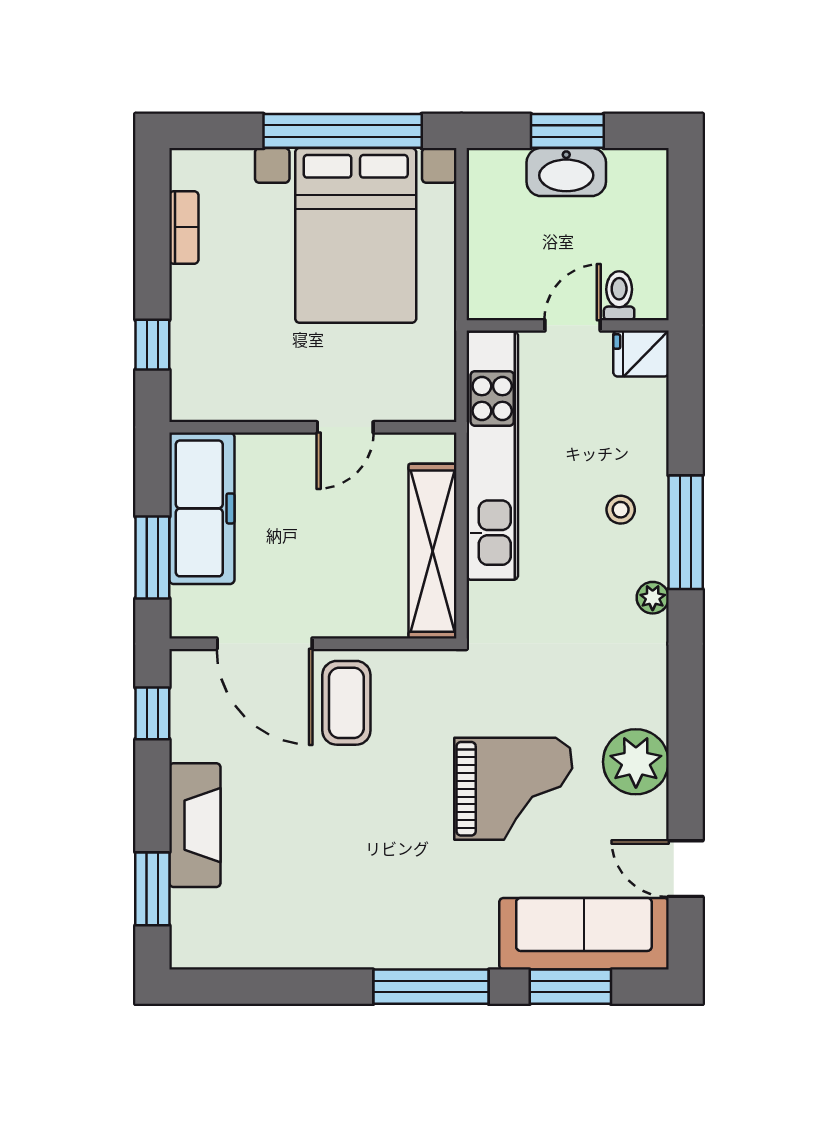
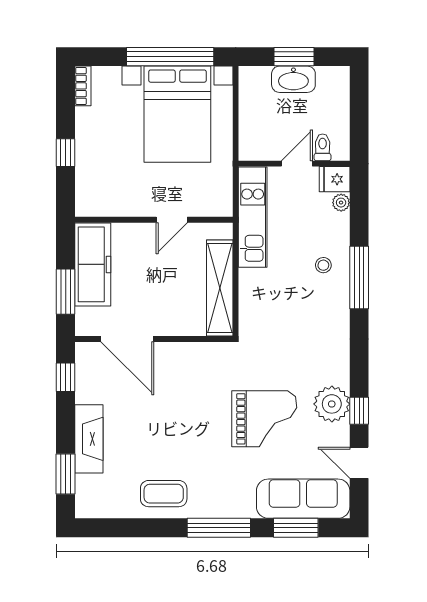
bookcase: (184, 227) -> (83, 86), moved
window: (152, 345) -> (66, 153), moved
kitchen unit: (492, 456) -> (253, 217), width x0.73
plant: (653, 598) -> (341, 203), moved
coffee table: (346, 703) -> (164, 494), moved, turned 90
window: (686, 774) -> (359, 411), added

